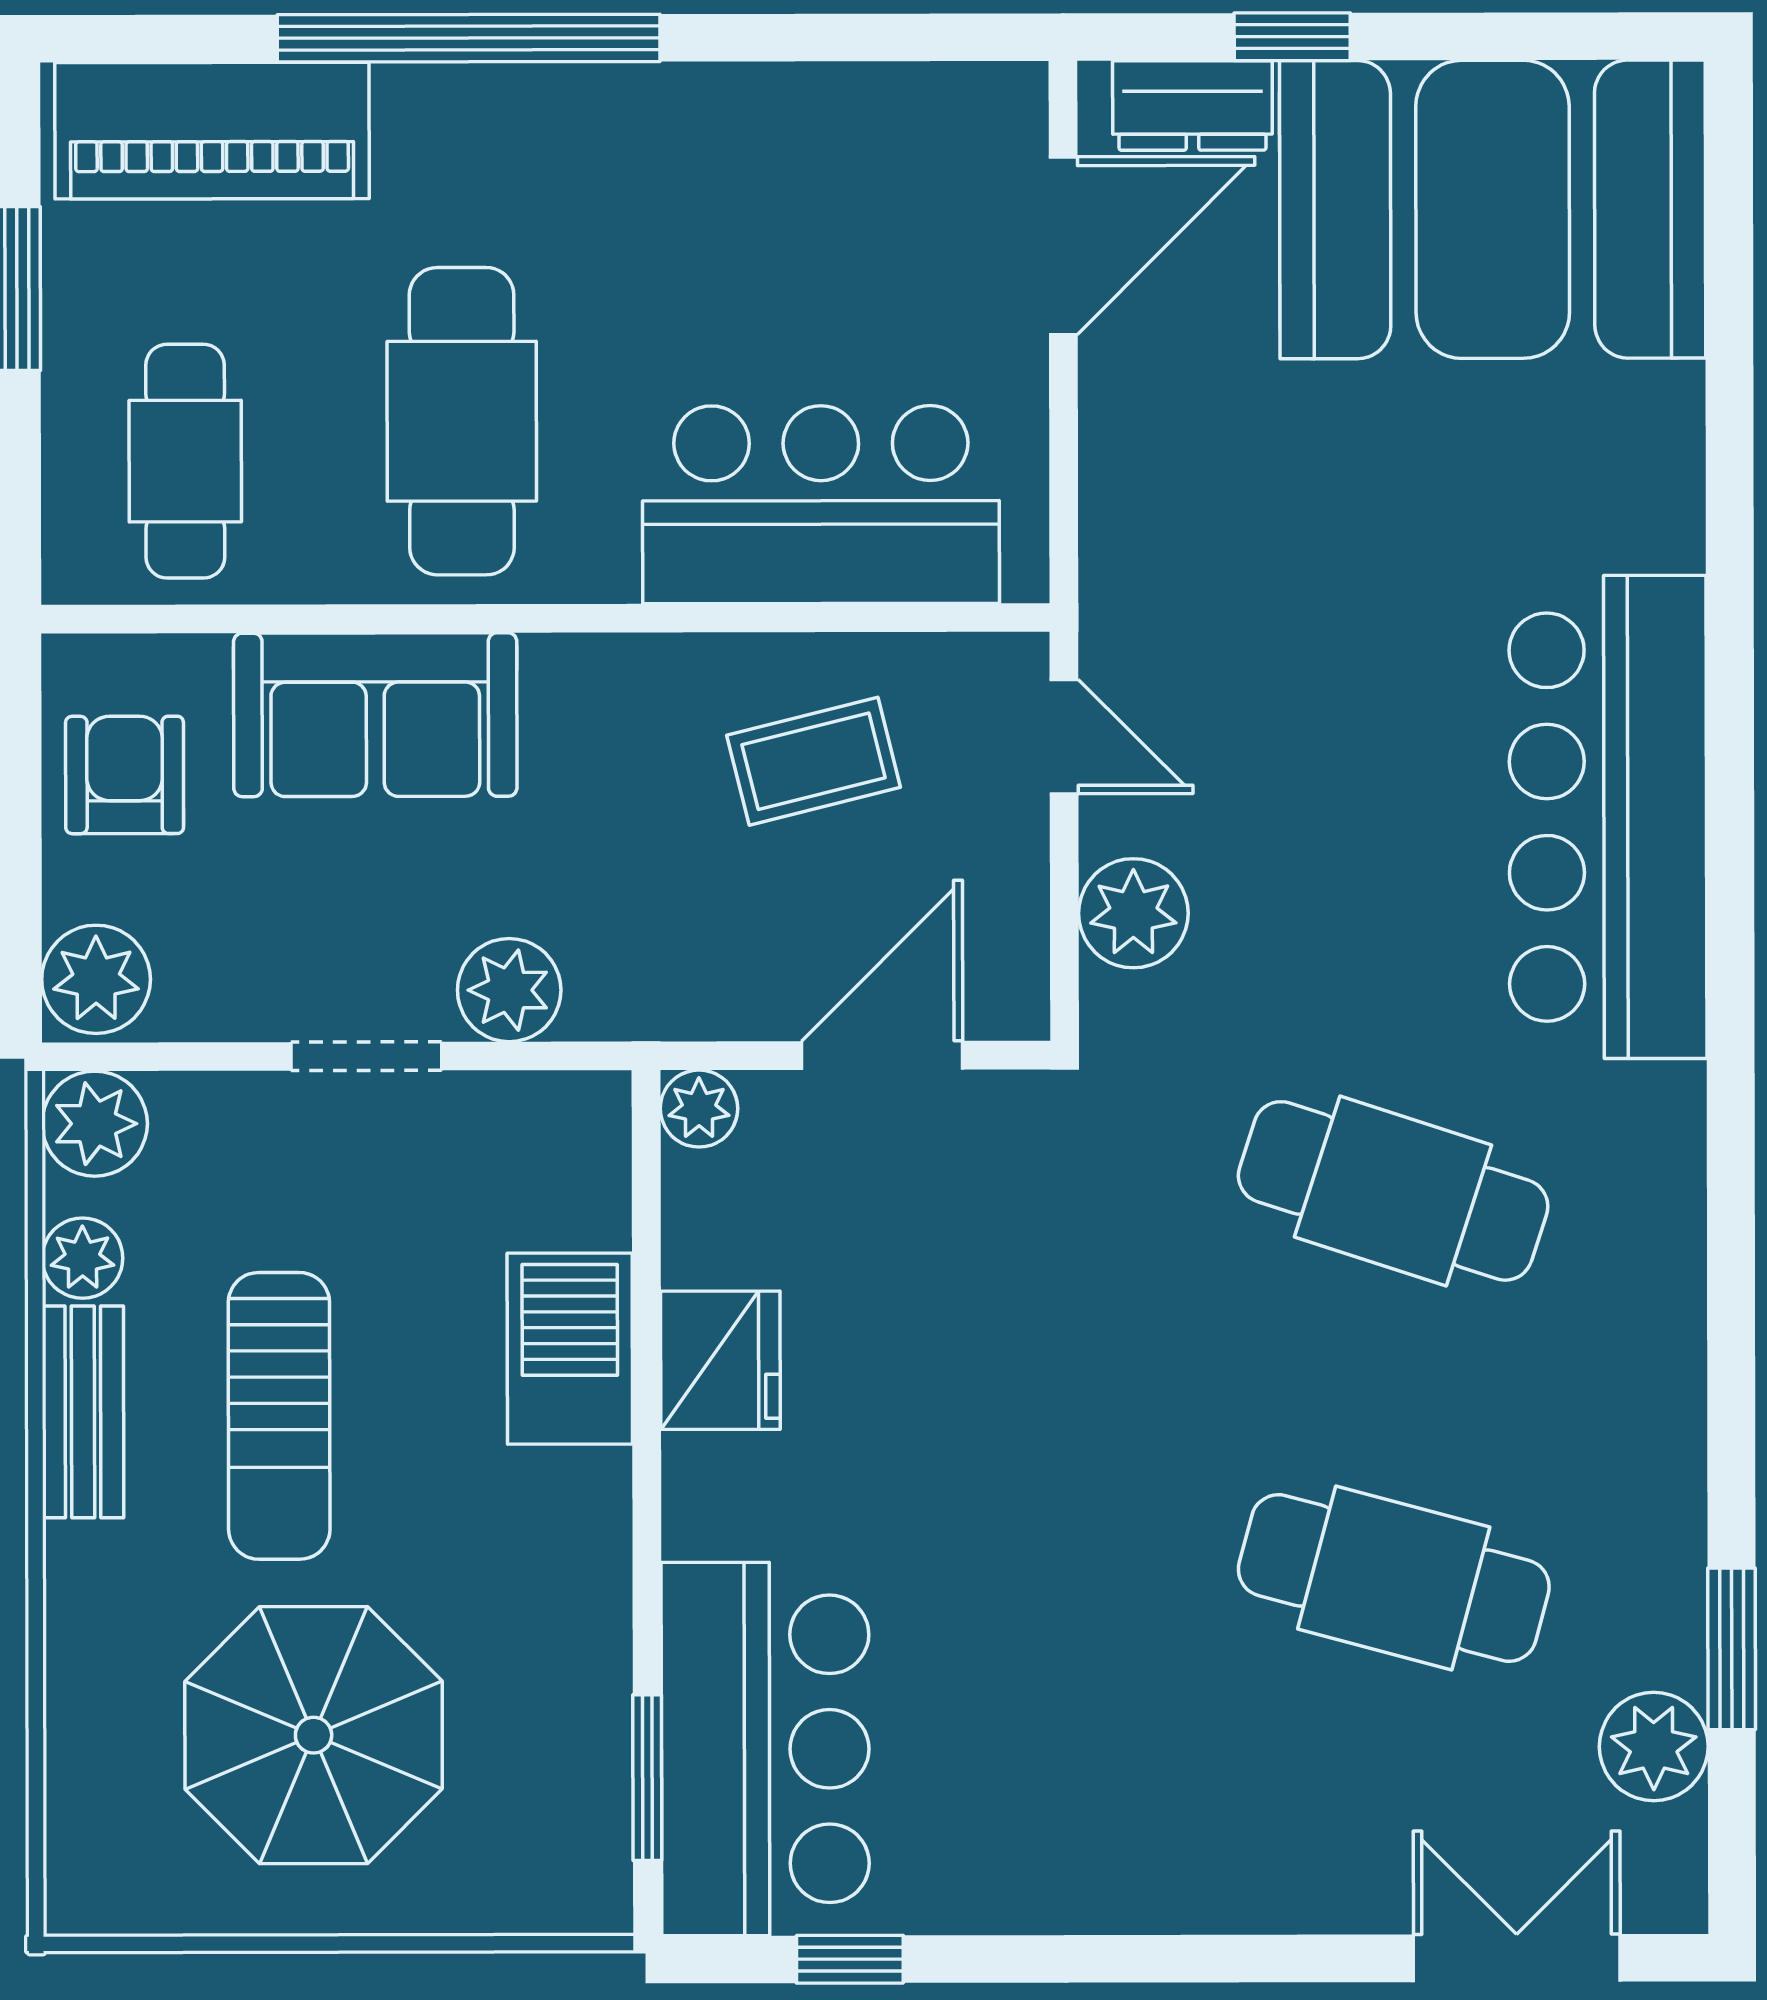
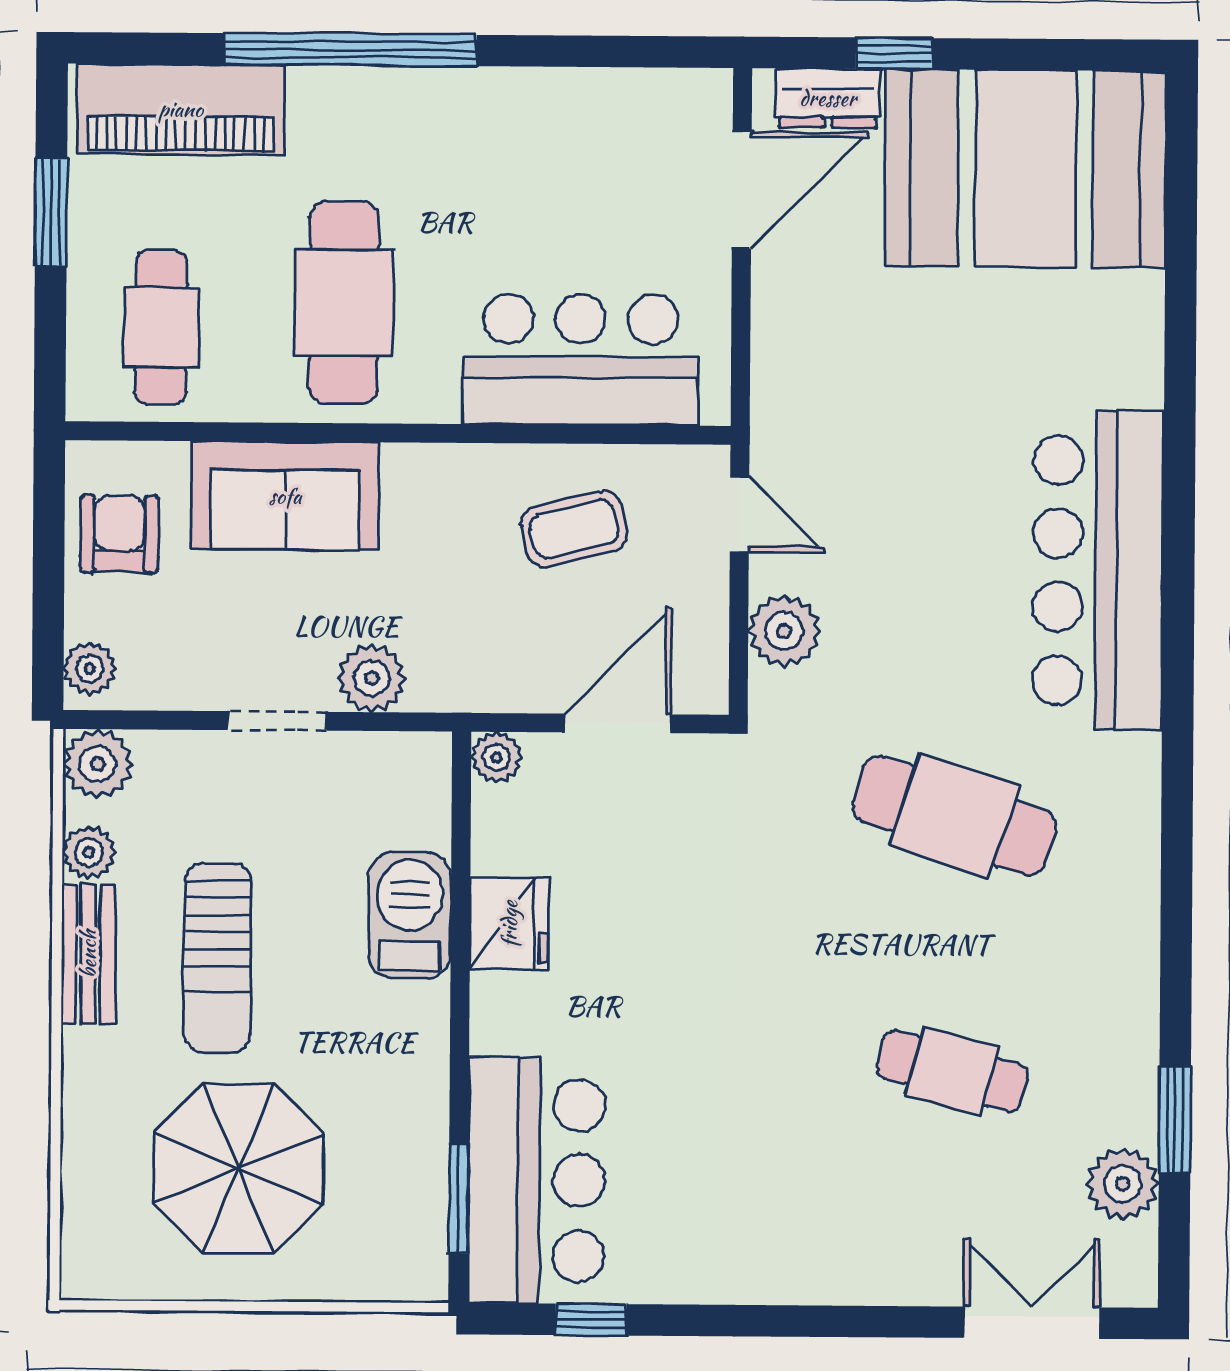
plant: (96, 979) -> (90, 669), width x0.73, depth x0.73
cafe table: (1394, 1578) -> (952, 1071), width x0.73, depth x0.74

